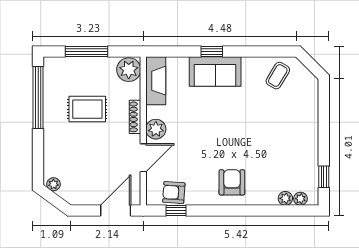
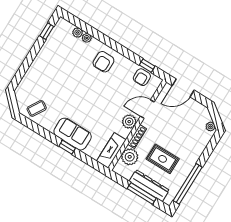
dresser: (83, 67) -> (149, 186), added
plant: (129, 70) -> (130, 157), moved
armchair: (174, 193) -> (142, 77), turned 86
plant: (300, 199) -> (87, 38), moved

